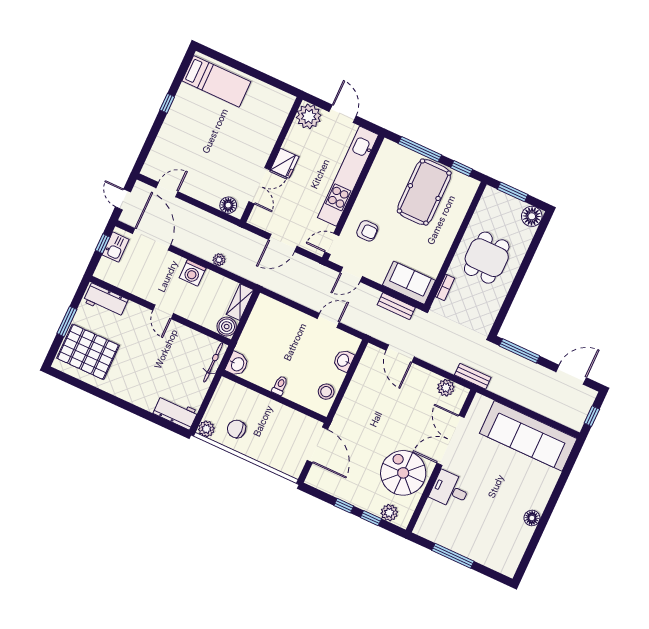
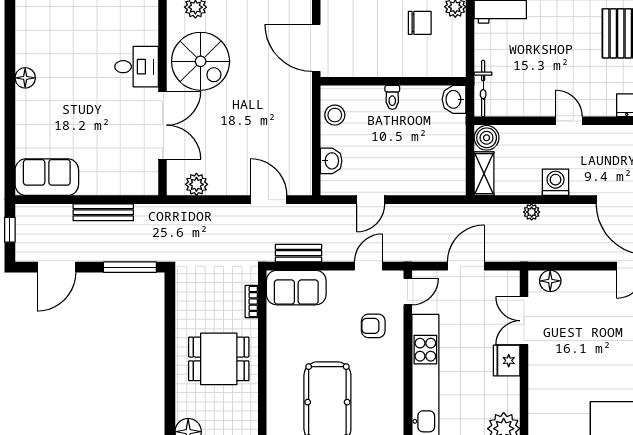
dining table: (487, 258) -> (219, 359), turned 90
bench: (473, 376) -> (103, 212), moved, width x1.36
sofa: (528, 436) -> (47, 177), width x0.54, depth x0.79

